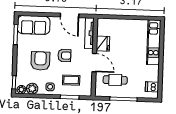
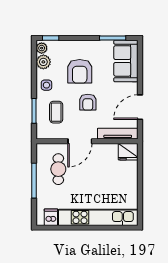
kitchen unit: (154, 42) -> (98, 217), width x1.36
fridge: (103, 44) -> (128, 152), moved
armchair: (40, 61) -> (80, 71), turned 90

